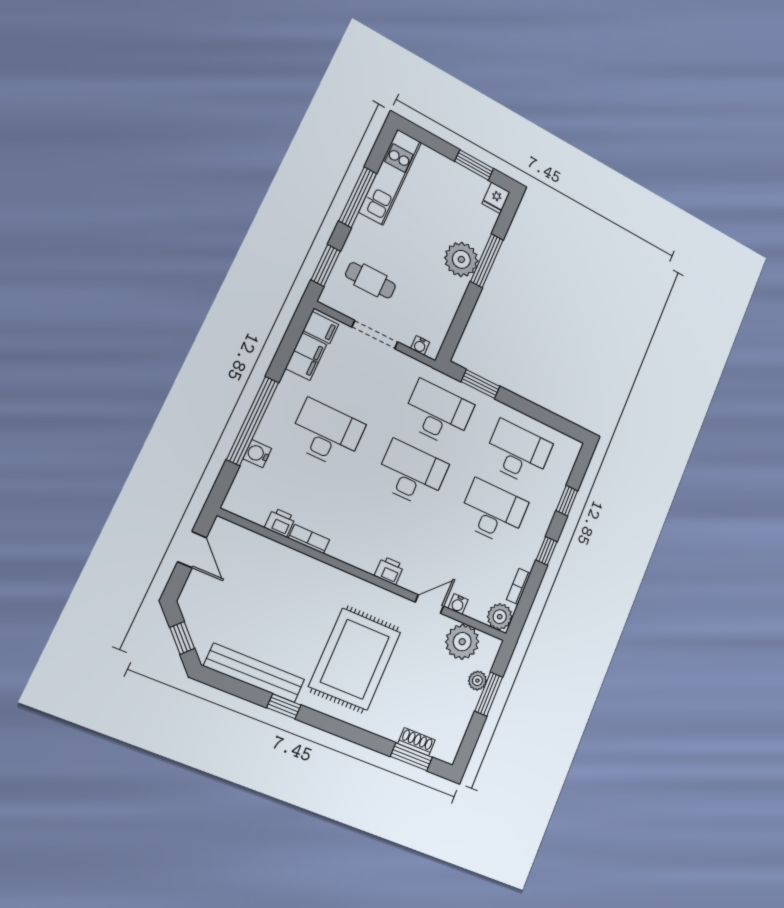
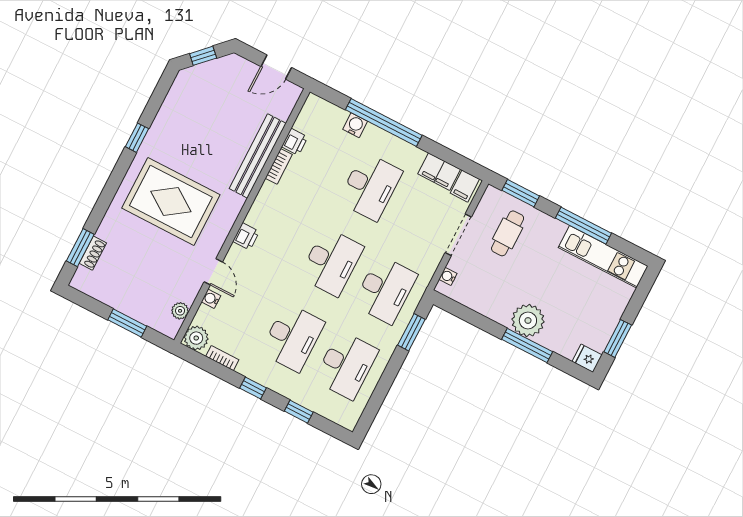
plant: (462, 642) -> (180, 311), width x0.53, depth x0.53
bench: (254, 673) -> (258, 156), moved
plant: (477, 681) -> (141, 313), removed

